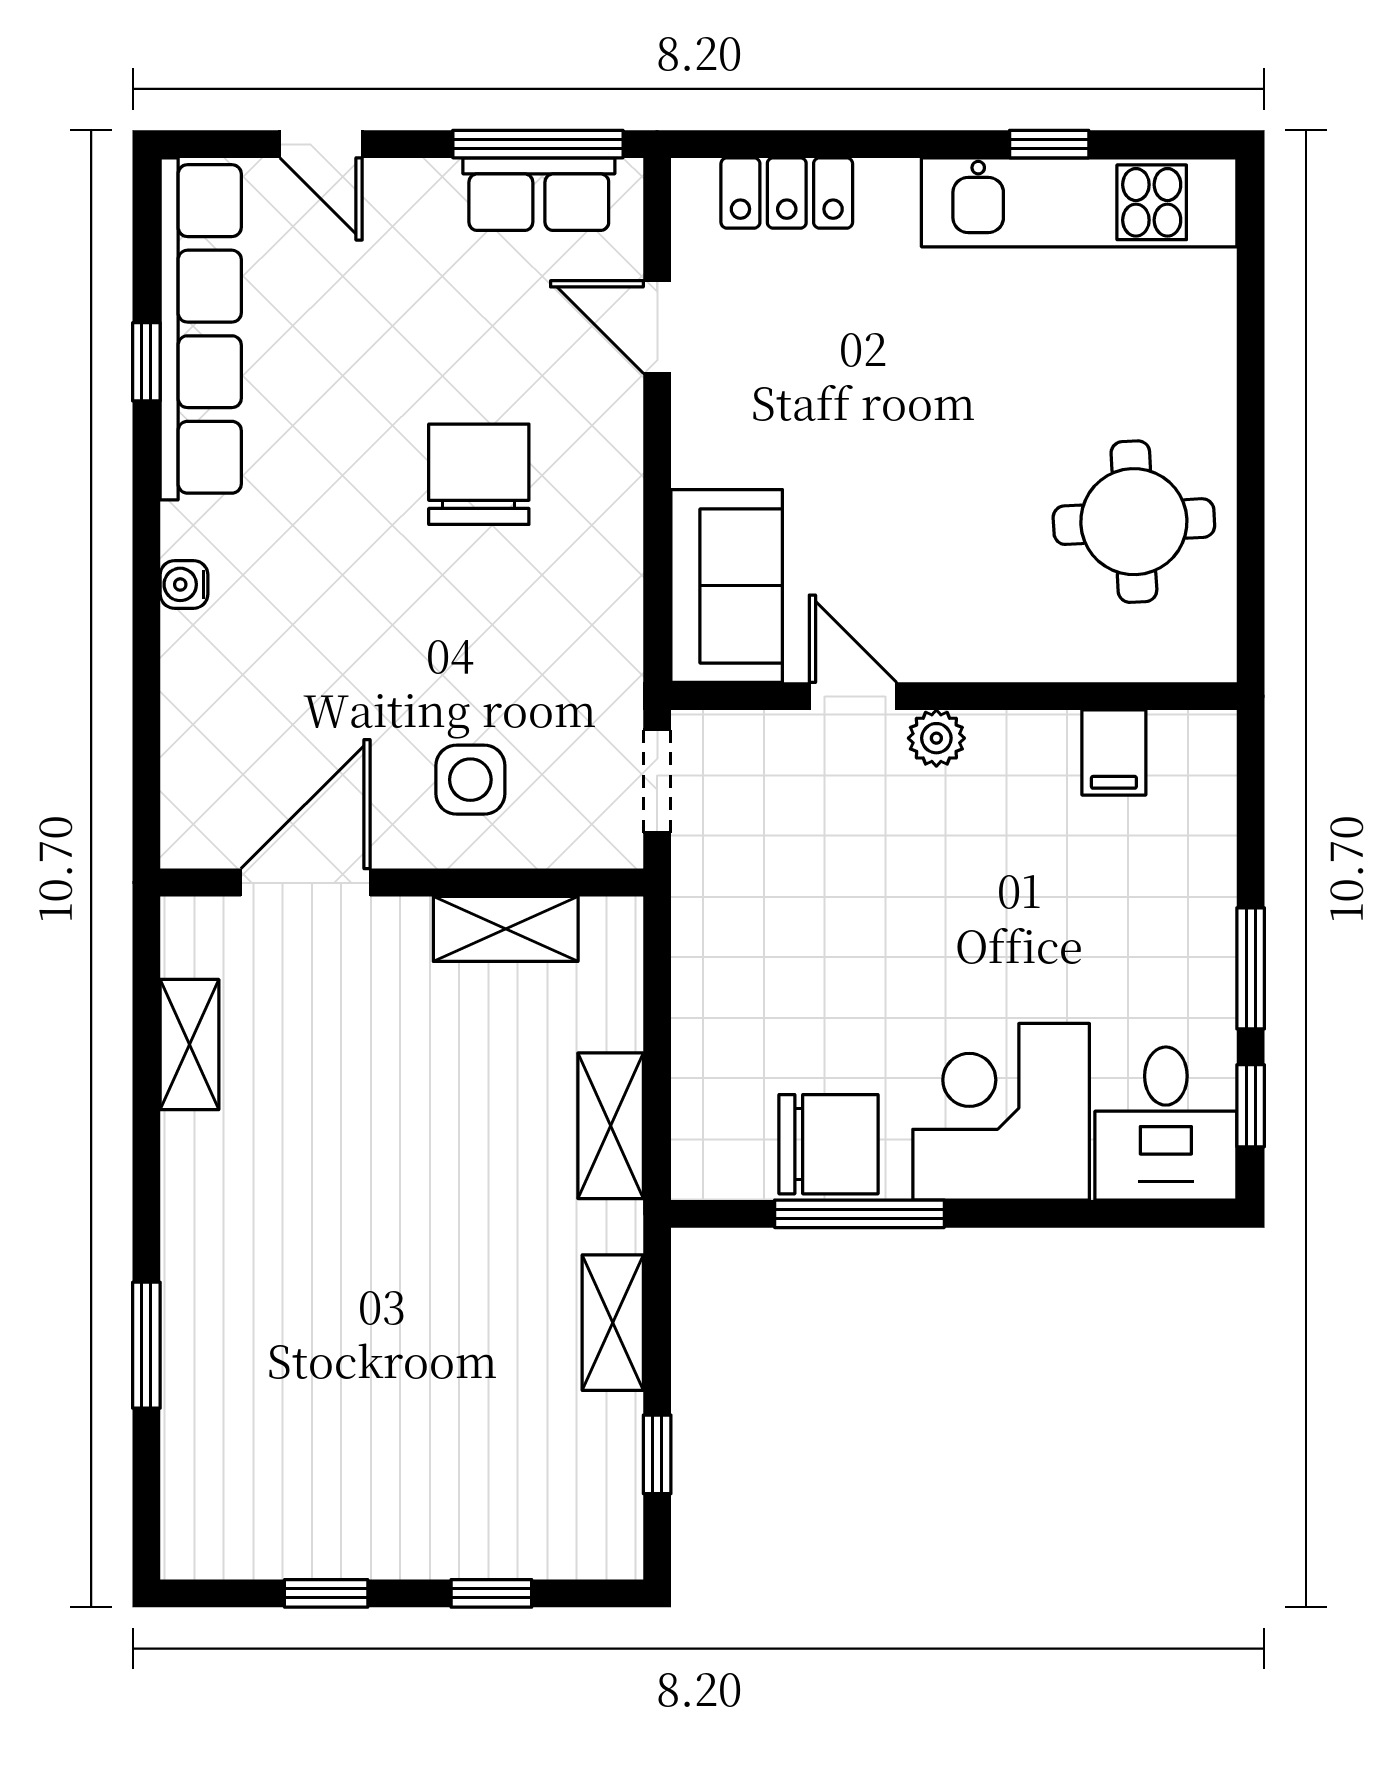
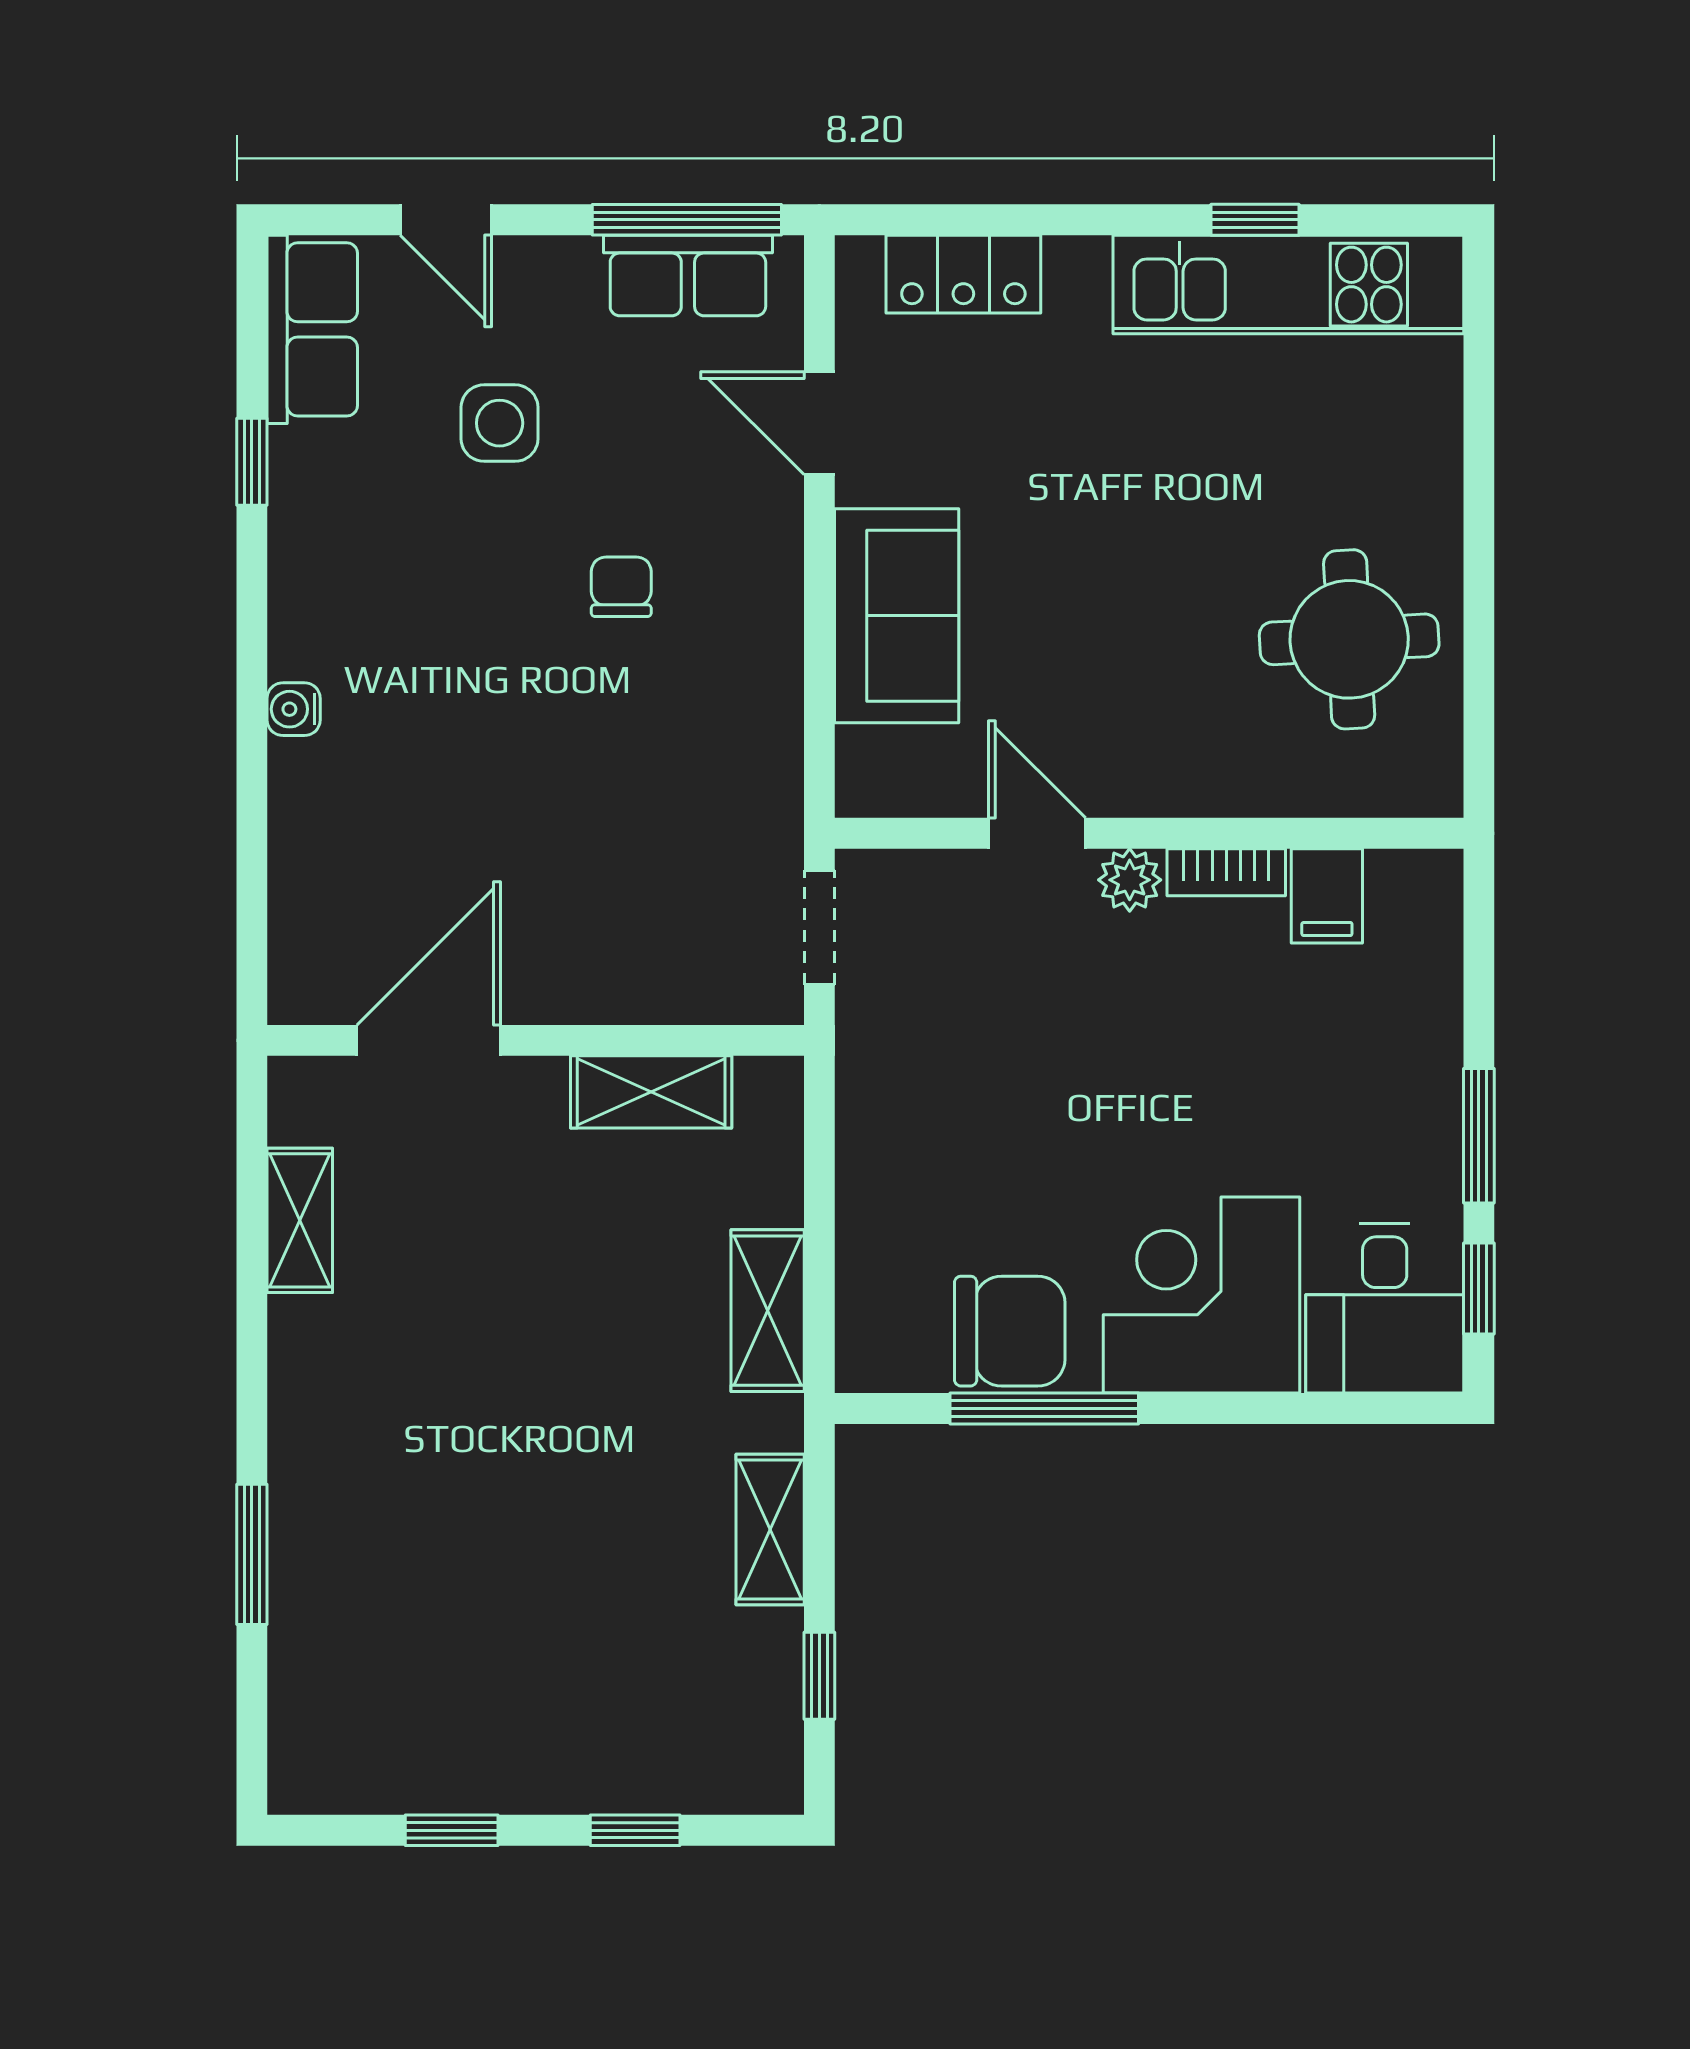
row of seats: (201, 329) -> (312, 329), width x0.50
chair: (479, 474) -> (621, 587), width x0.54, depth x0.54
sofa: (727, 586) -> (897, 616), moved
bookcase: (1023, 731) -> (1226, 872), added
side table: (470, 780) -> (500, 423), moved

